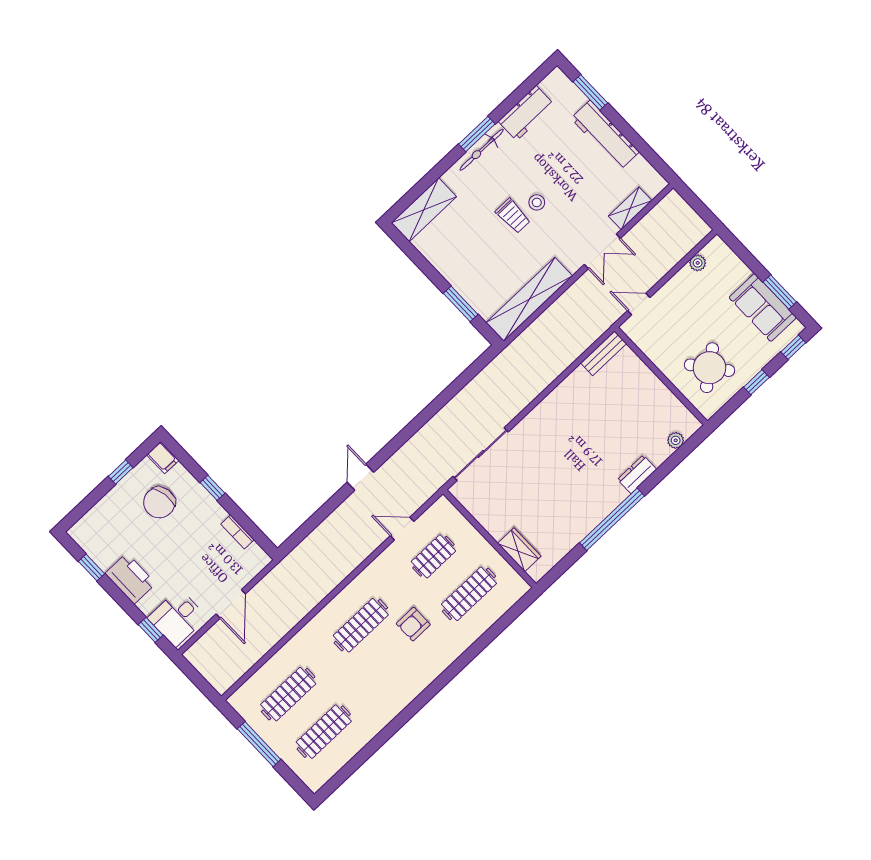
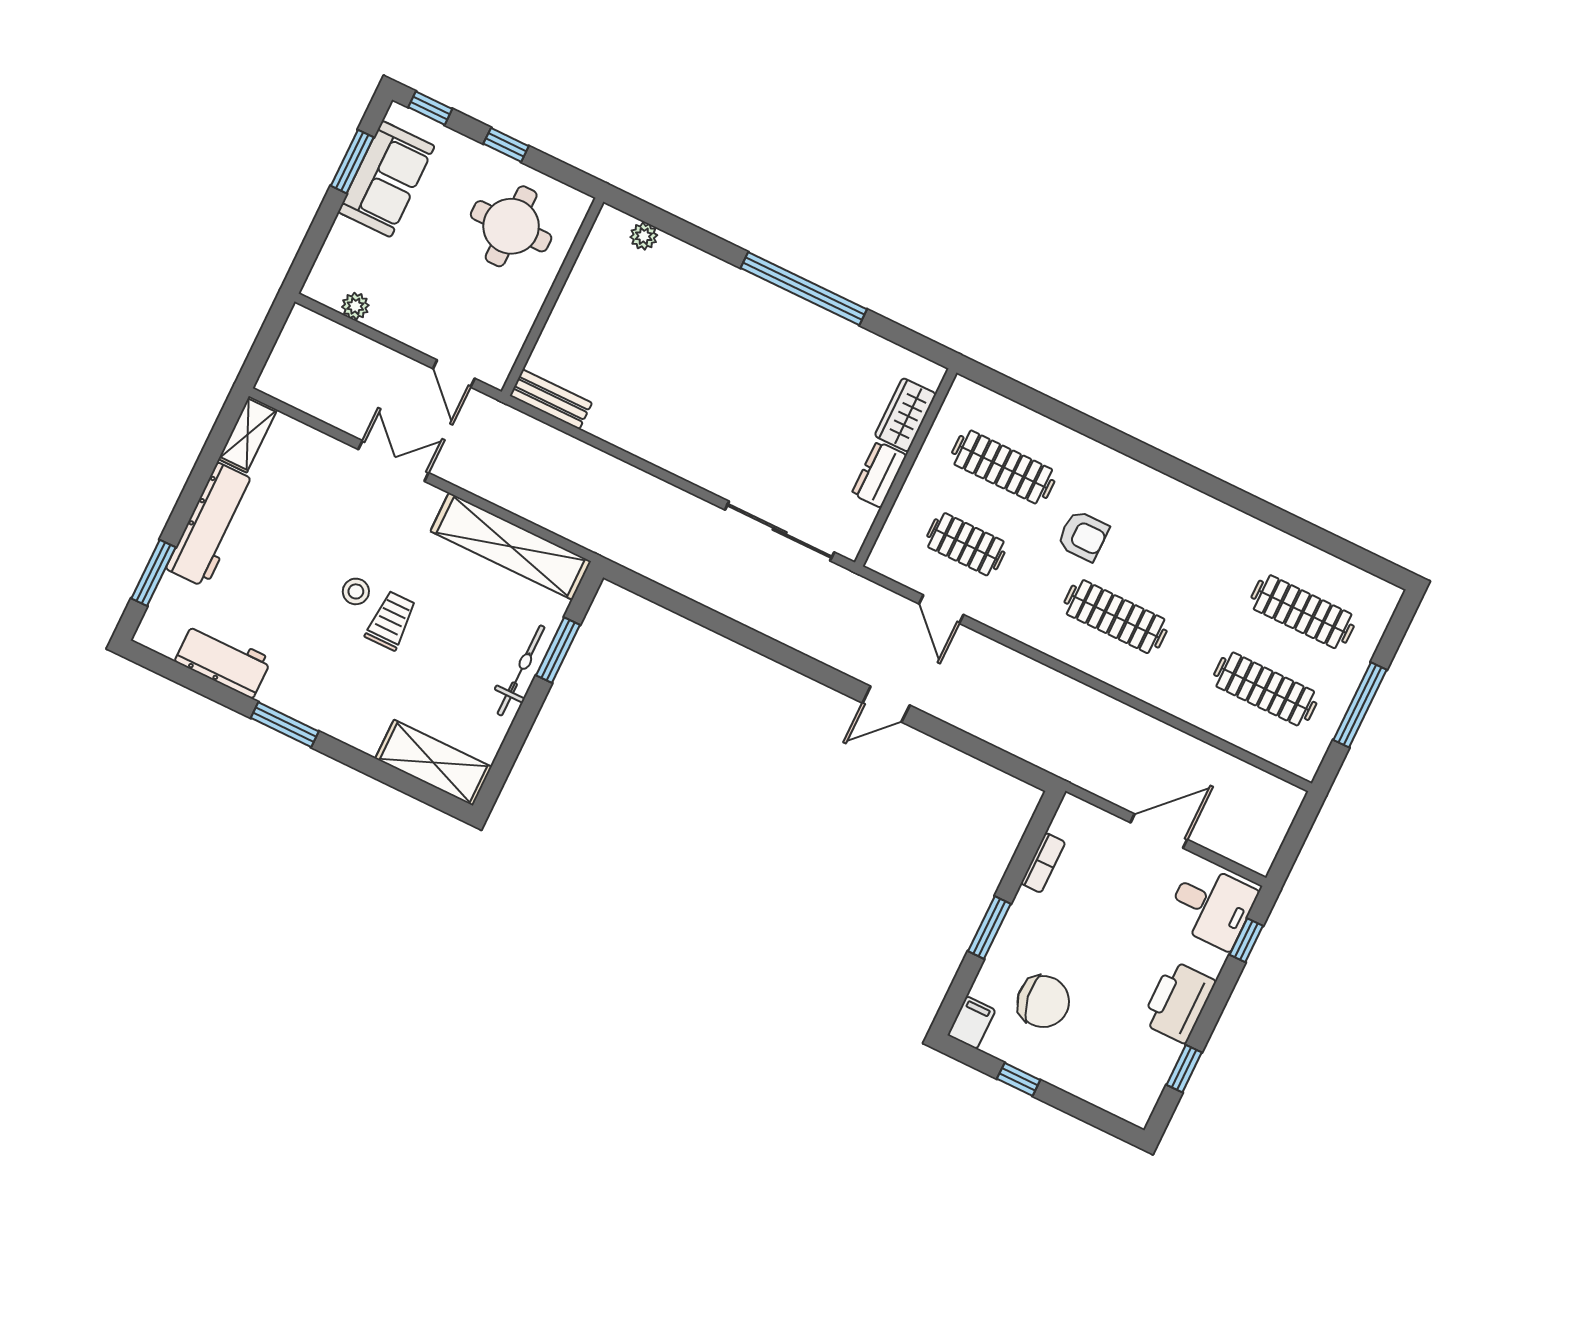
bicycle: (482, 150) -> (521, 670), moved, turned -90
shelving: (630, 208) -> (248, 434), moved, turned 90
round table: (709, 368) -> (511, 226), turned 38
dresser: (637, 474) -> (879, 474), moved, turned 90
window: (212, 488) -> (989, 927), width x1.50

